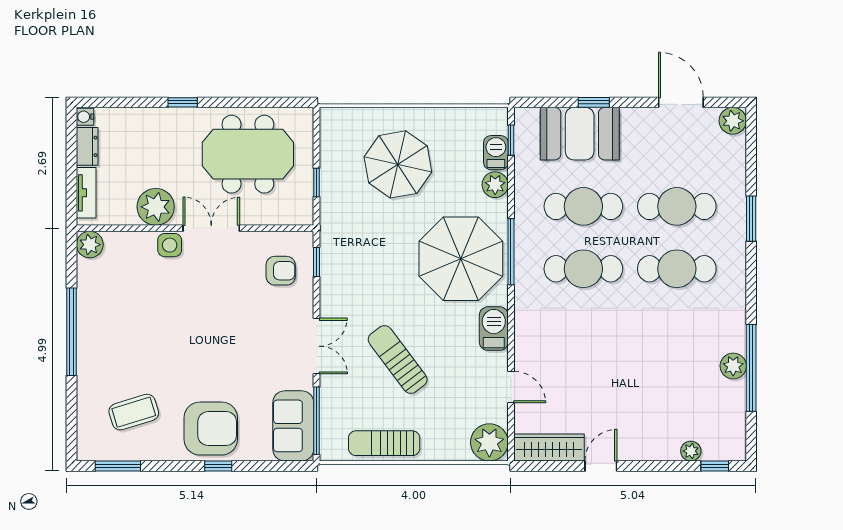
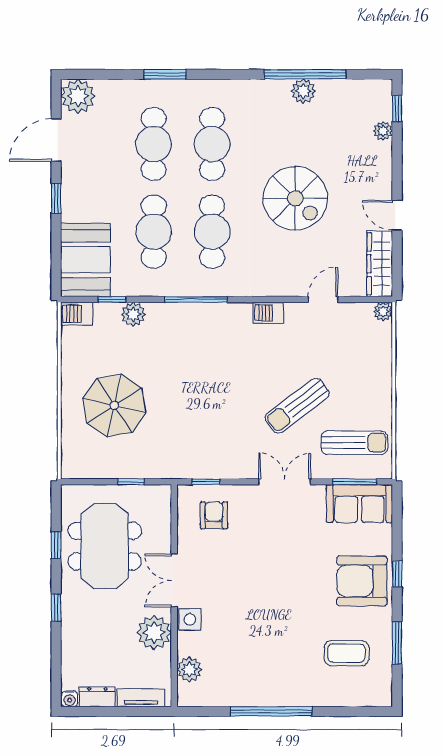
window: (249, 102) -> (56, 545), added
window: (594, 102) -> (56, 198), moved
plant: (733, 121) -> (78, 96), width x1.36, depth x1.36
booth: (580, 134) -> (85, 260), moved
window: (511, 140) -> (112, 299), moved
barbecue: (496, 153) -> (77, 314), moved
plant: (90, 245) -> (189, 669), moved
parasol: (461, 259) -> (203, 346), removed
barbecue: (494, 329) -> (268, 313), width x0.73, depth x0.79
spiral stairs: (619, 357) -> (295, 198), added
coffee table: (134, 412) -> (346, 653), turned -73
window: (317, 421) -> (355, 482), width x0.69
armchair: (211, 429) -> (362, 581), turned -90
plant: (489, 442) -> (383, 312), width x0.53, depth x0.53
sun lounger: (384, 443) -> (354, 443), moved, turned -90
window: (118, 466) -> (397, 643), moved

